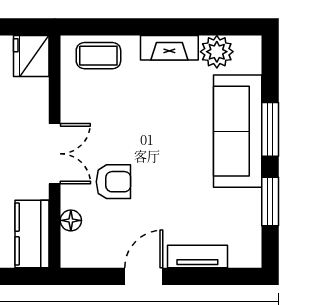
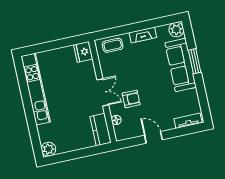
plant: (217, 52) -> (176, 30), moved
window: (270, 201) -> (201, 93), removed
tv unit: (197, 256) -> (188, 121), moved
door: (144, 276) -> (153, 137), hinge flipped

